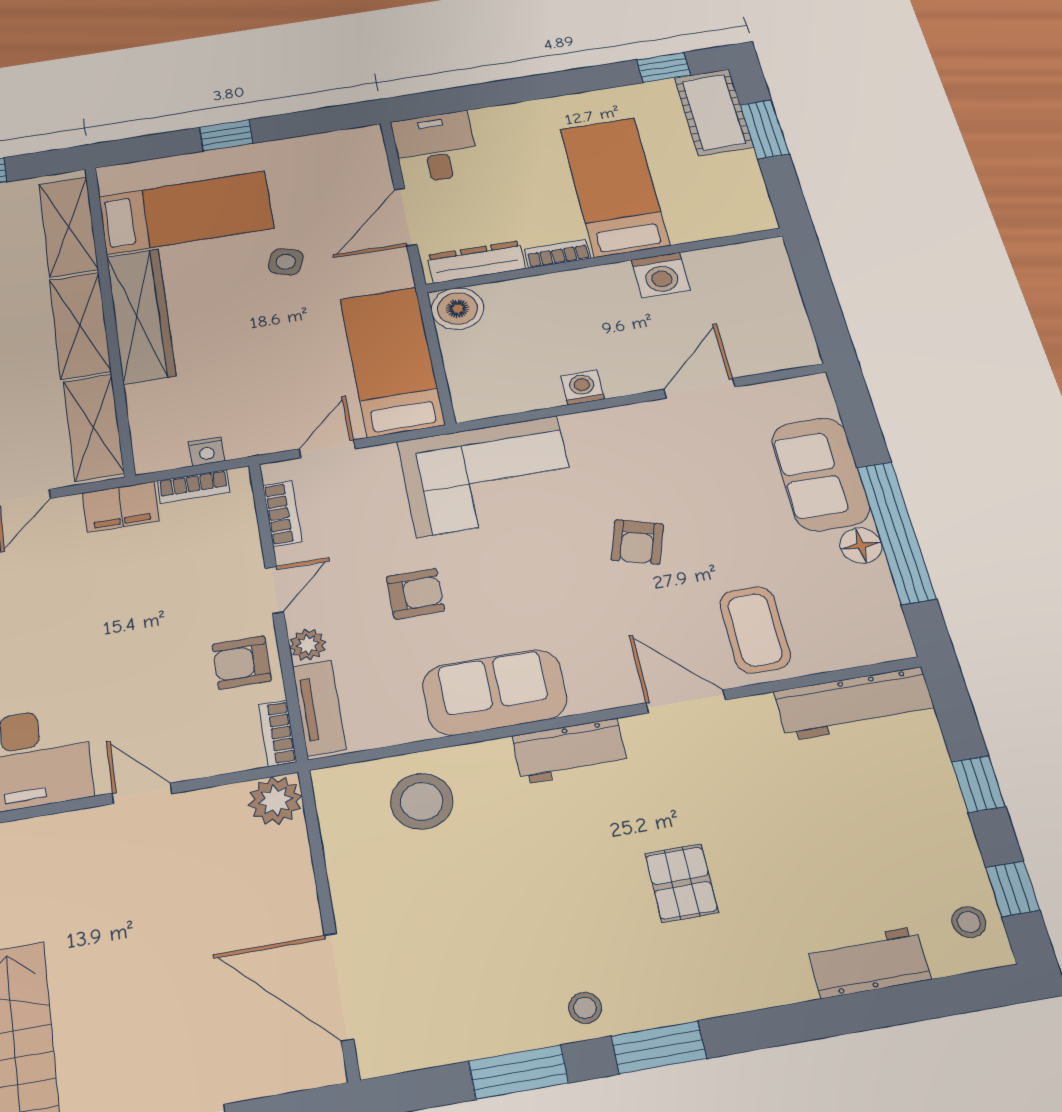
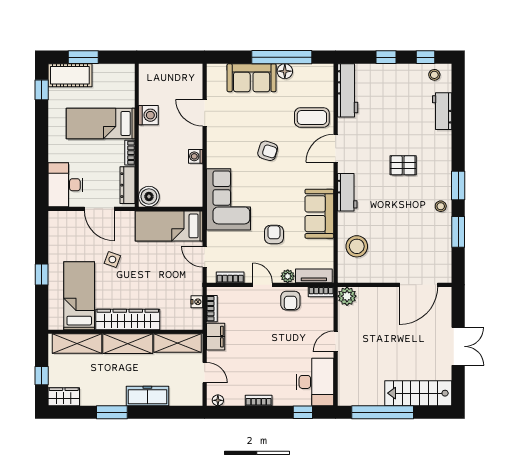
desk: (435, 147) -> (65, 185), width x1.37

